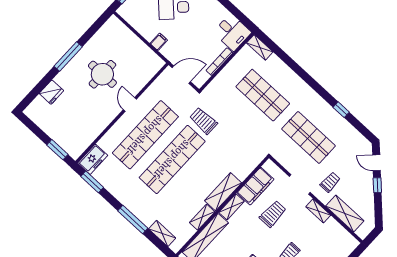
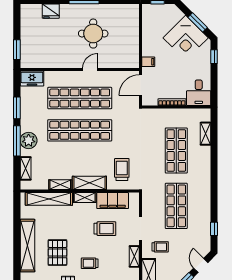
filing cabinet: (159, 42) -> (148, 62), moved
shelving: (260, 47) -> (206, 134), moved
door: (181, 75) -> (140, 85), swing flipped
window: (341, 110) -> (214, 229), moved
trolley: (203, 121) -> (122, 170), moved
window: (92, 182) -> (17, 108), moved
plant: (141, 210) -> (29, 140), added

